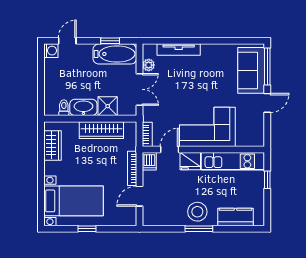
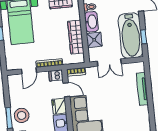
bathtub: (115, 54) -> (131, 36), width x1.36, depth x1.36
plant: (149, 65) -> (128, 68), removed
door: (139, 196) -> (29, 71), swing flipped

